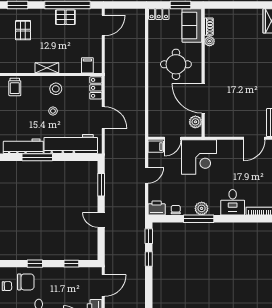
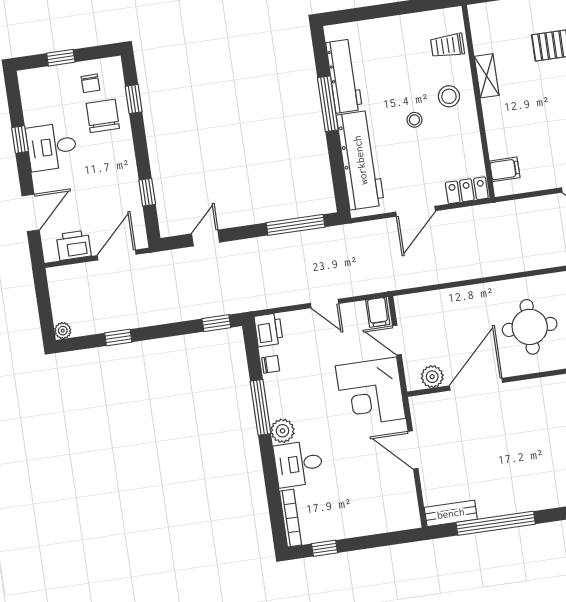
shelving: (47, 68) -> (487, 76), moved
stool: (56, 89) -> (449, 96), moved
door: (254, 138) -> (413, 450), moved
window: (101, 185) -> (296, 225), width x1.44
plant: (202, 208) -> (283, 431), moved
door: (101, 220) -> (206, 238), moved
window: (149, 259) -> (118, 337), moved
window: (35, 264) -> (134, 99), moved
chair: (26, 282) -> (103, 116), turned 180
door: (103, 285) -> (117, 255), swing flipped

